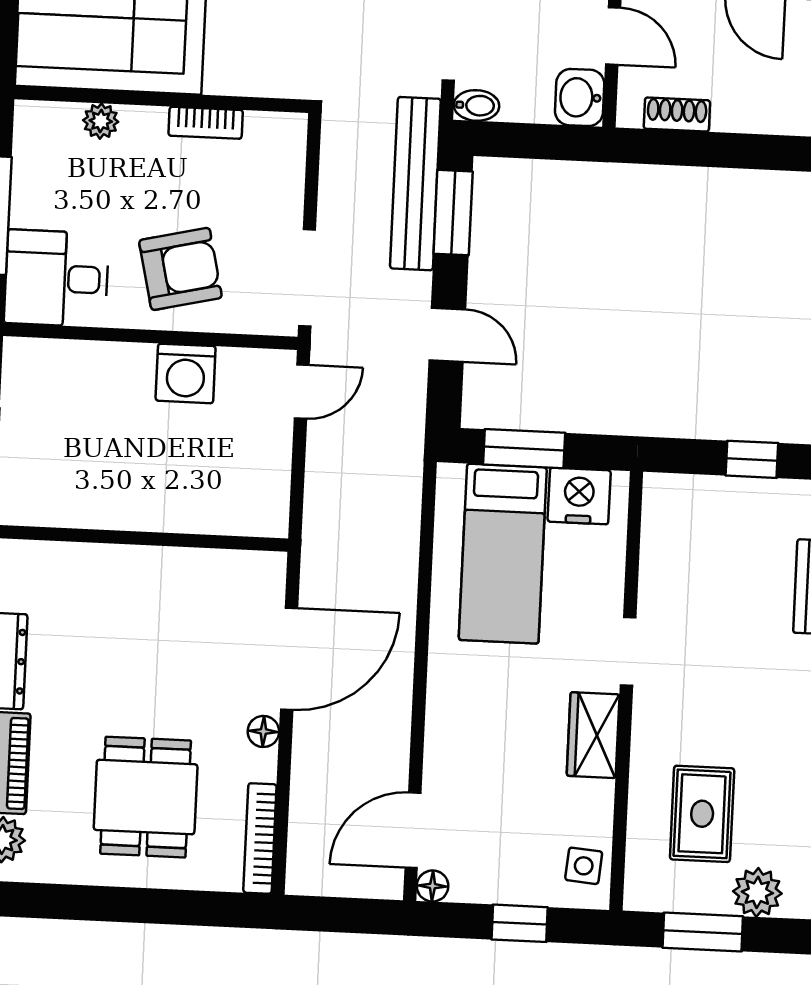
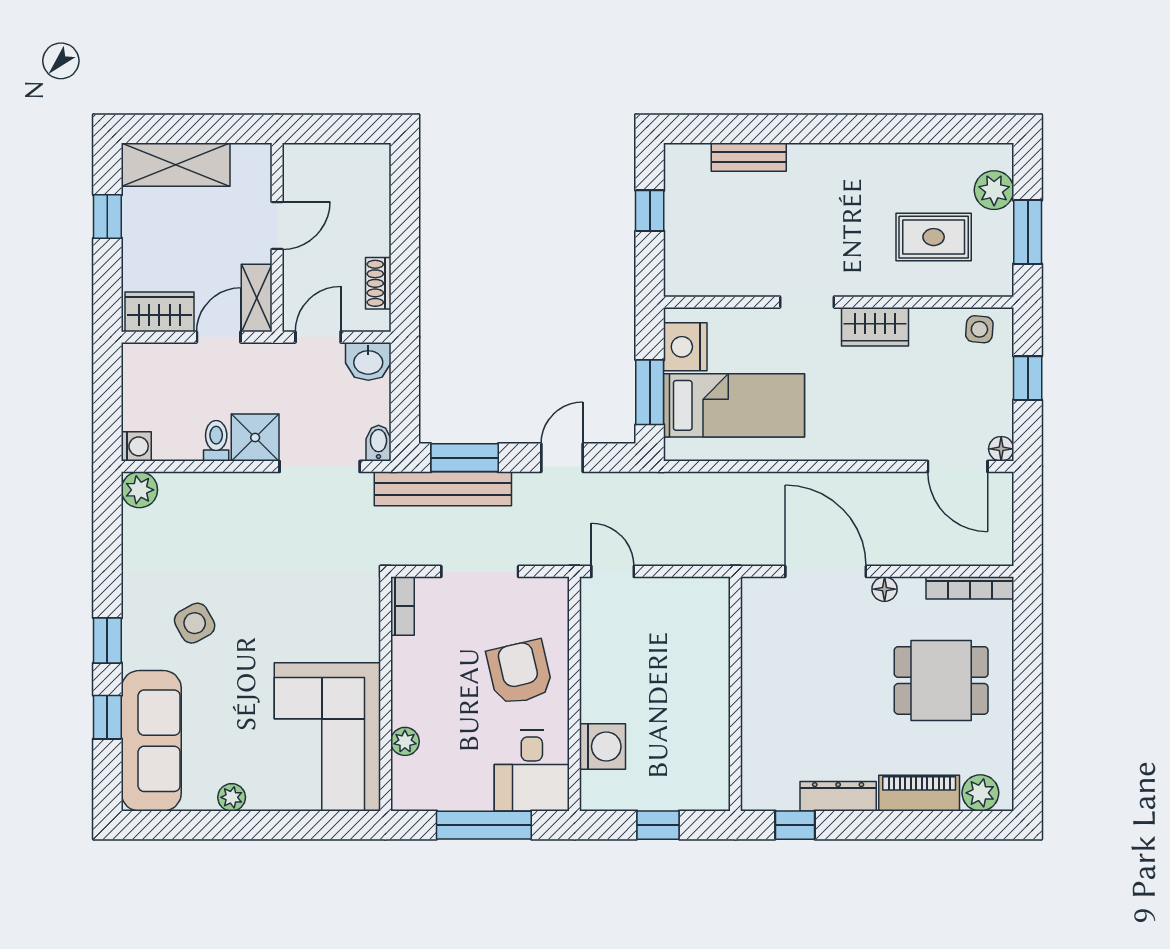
bookcase: (206, 123) -> (402, 606), moved
doorway: (307, 278) -> (480, 571), moved
washing machine: (186, 373) -> (603, 747), moved

